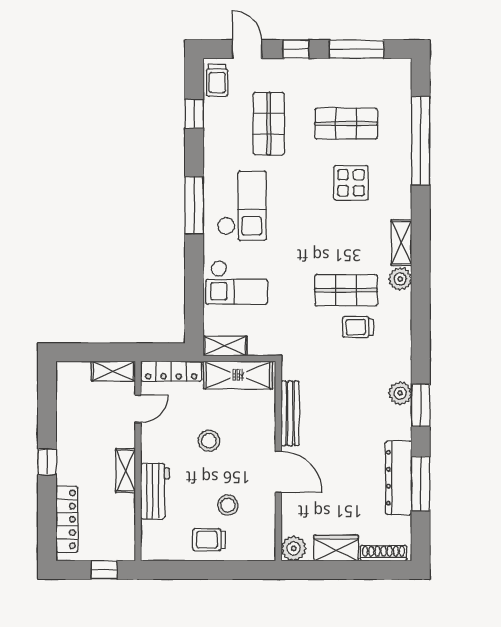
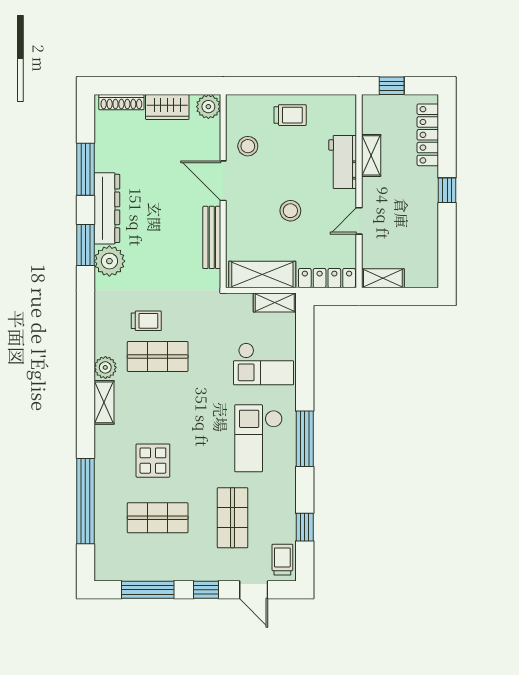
checkout: (237, 283) -> (264, 364), turned 180
plant: (400, 393) -> (109, 261), width x1.36, depth x1.36
door: (138, 409) -> (359, 221), moved
shelving: (125, 470) -> (371, 155), moved
dresser: (399, 478) -> (107, 208), moved
stool: (228, 505) -> (248, 146), moved

